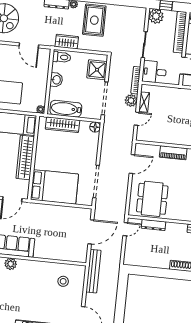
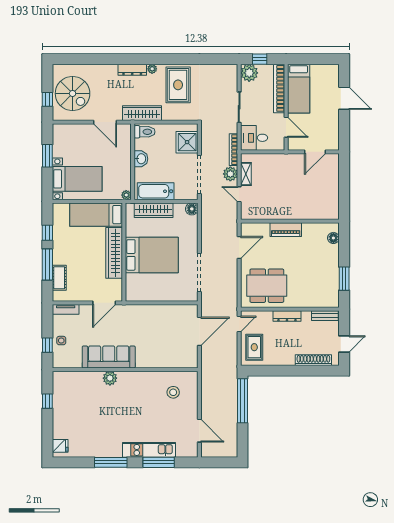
wardrobe: (67, 42) -> (142, 113), width x1.50
door: (137, 119) -> (239, 194), swing flipped
bed: (55, 187) -> (152, 255), moved
dining table: (152, 199) -> (267, 286), turned 90
dresser: (153, 225) -> (287, 316), moved
rug: (136, 250) -> (254, 347), added
bench: (93, 271) -> (207, 377), removed
window: (121, 295) -> (243, 401), added

